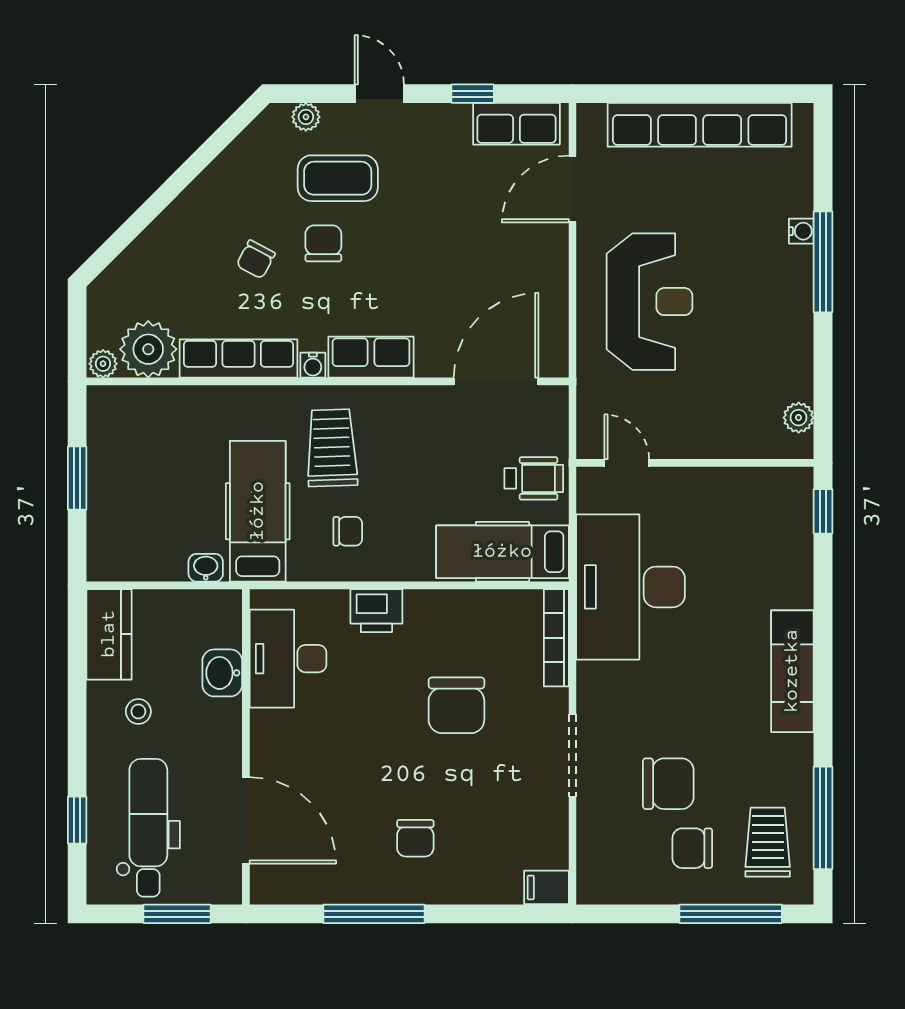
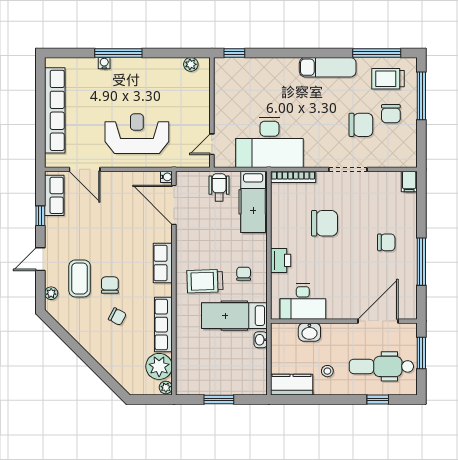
chair: (323, 243) -> (110, 285), turned 90
water cooler: (313, 365) -> (166, 177), moved
exam couch: (792, 671) -> (328, 67), moved
chair: (668, 784) -> (361, 125), turned 90

